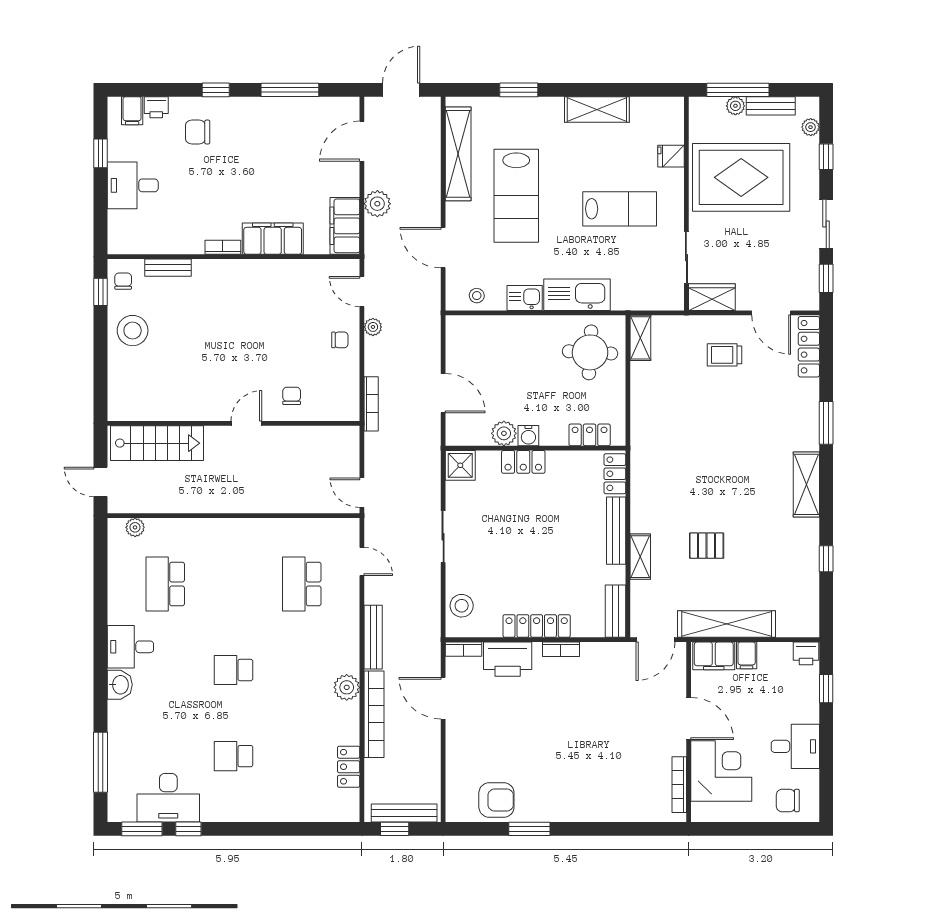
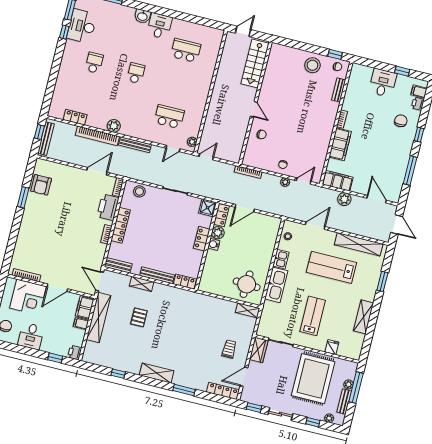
lab bench: (620, 209) -> (313, 316), turned 180
locker: (590, 435) -> (221, 215), moved
plant: (135, 527) -> (192, 142), moved

